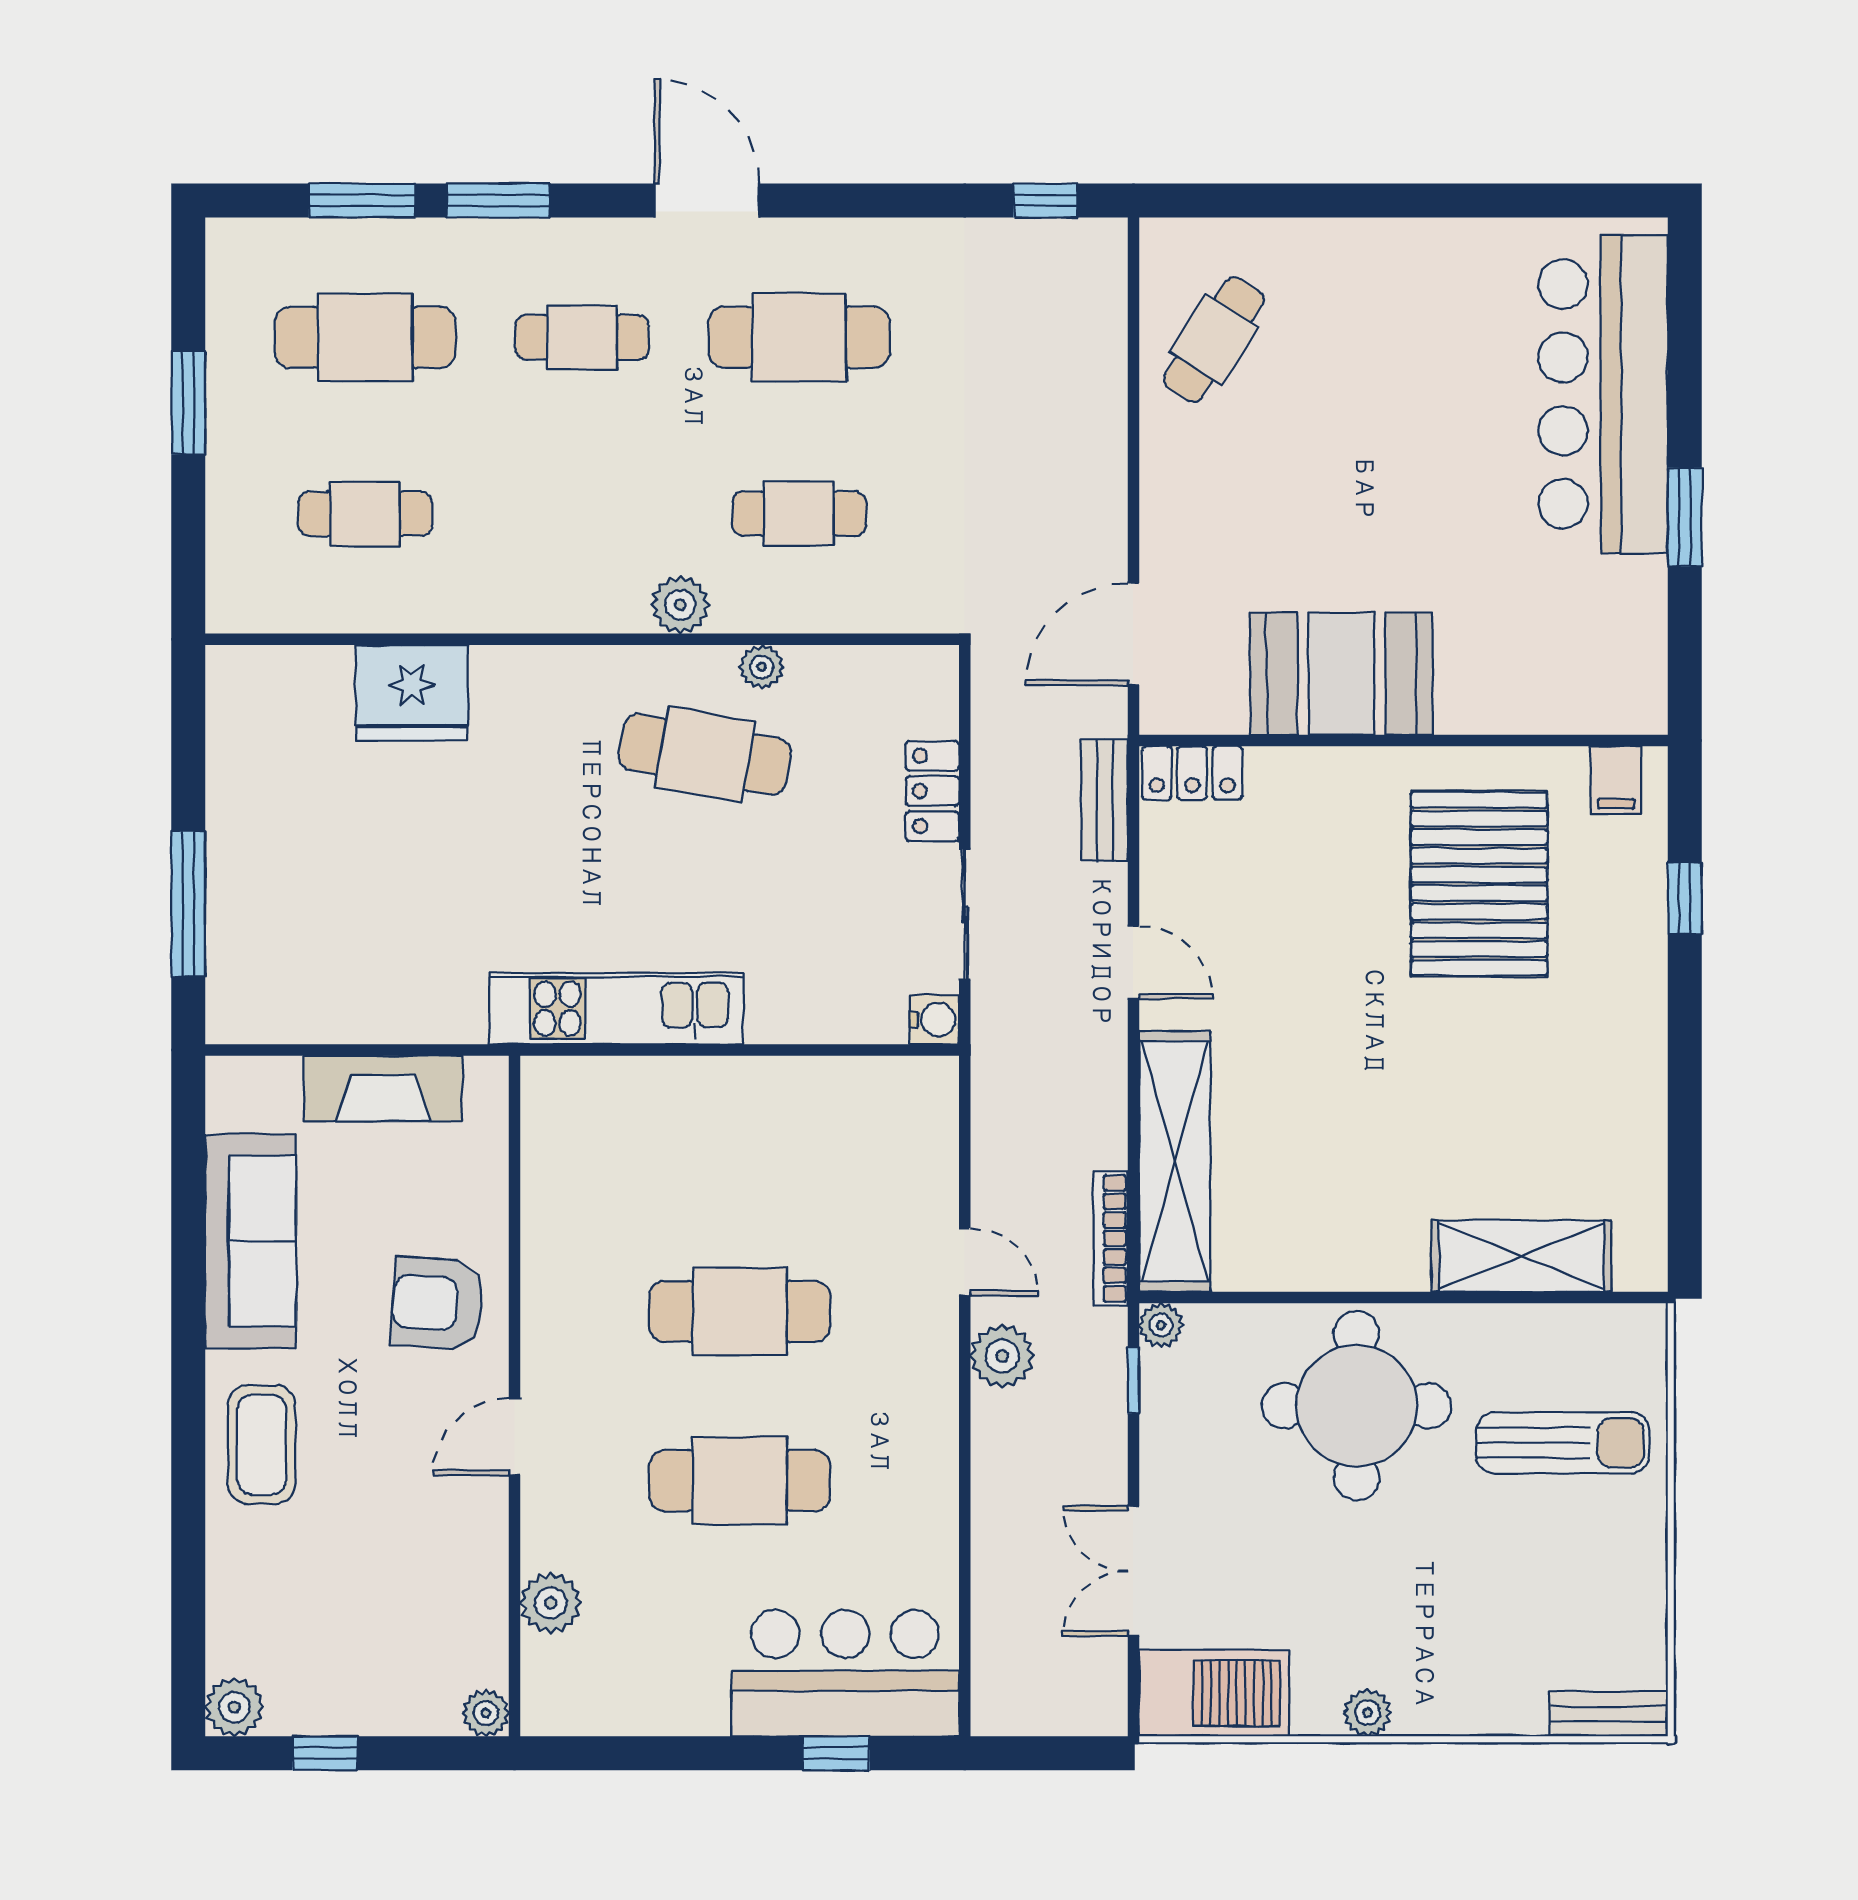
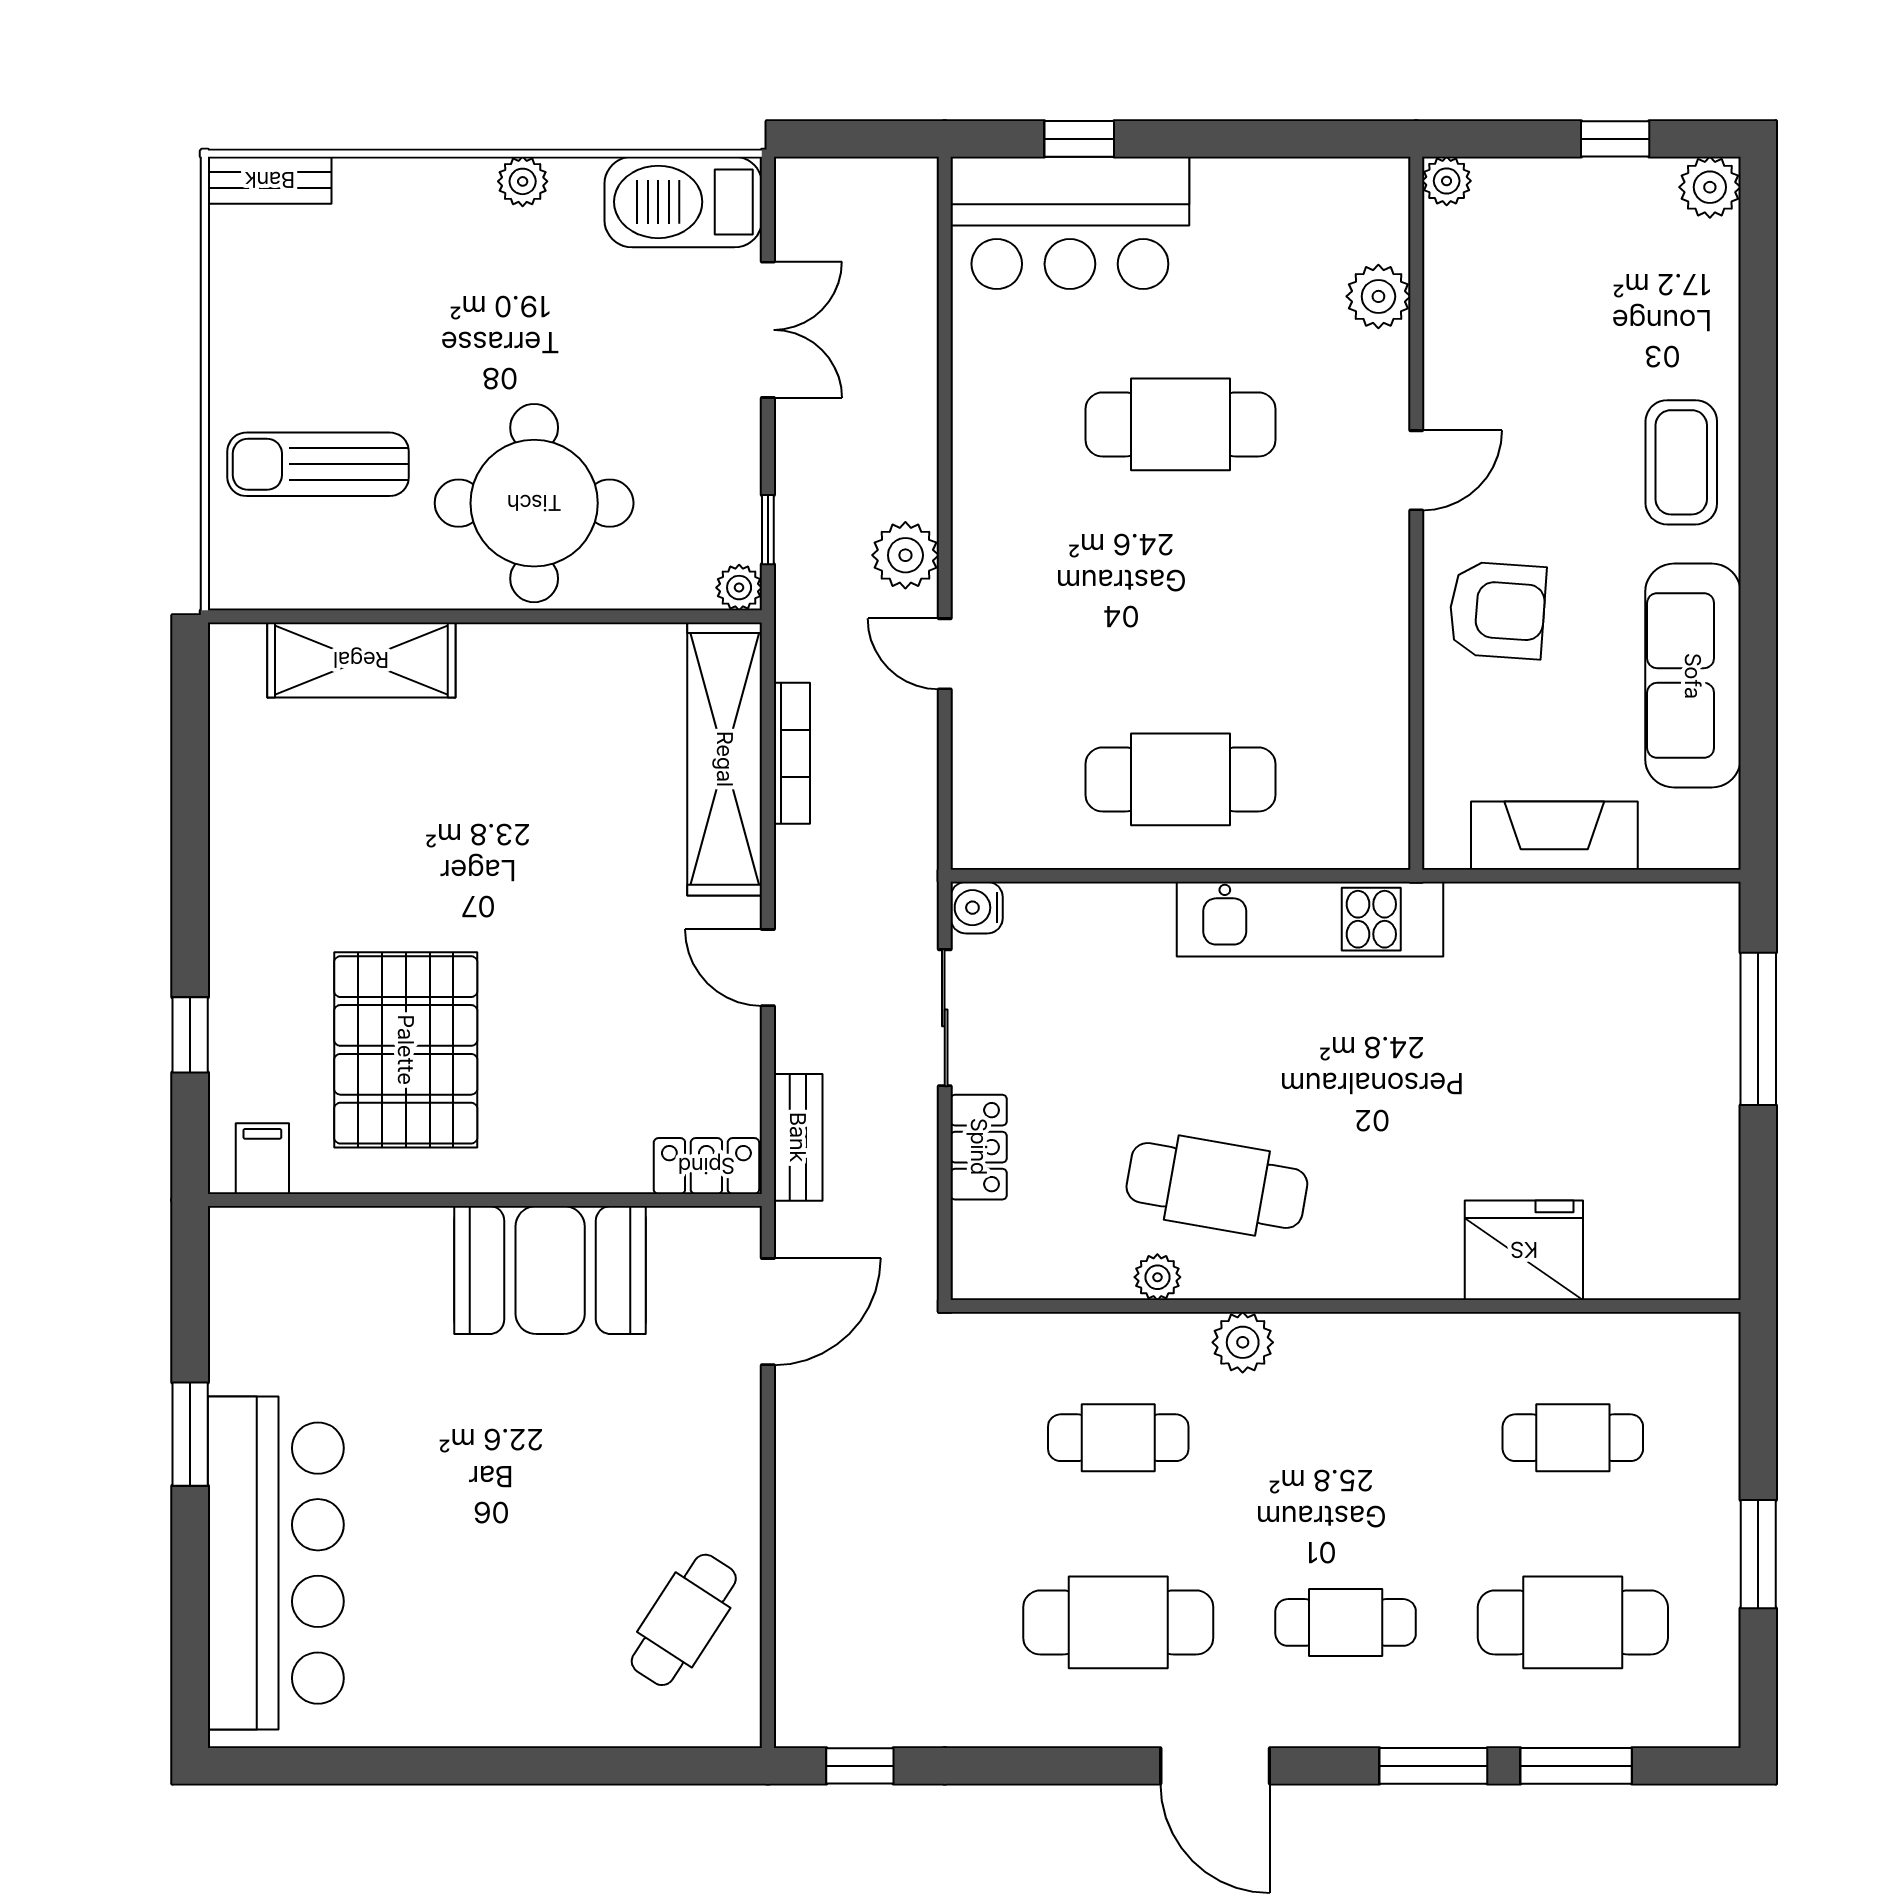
bookcase: (1111, 1238) -> (792, 753), moved
cafe table: (740, 1311) -> (1180, 779), moved

